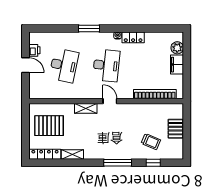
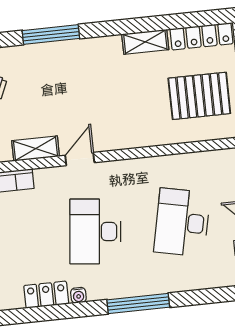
window: (89, 28) -> (138, 303), width x1.44
door: (110, 101) -> (80, 159), swing flipped
shelving: (86, 108) -> (36, 149), moved

